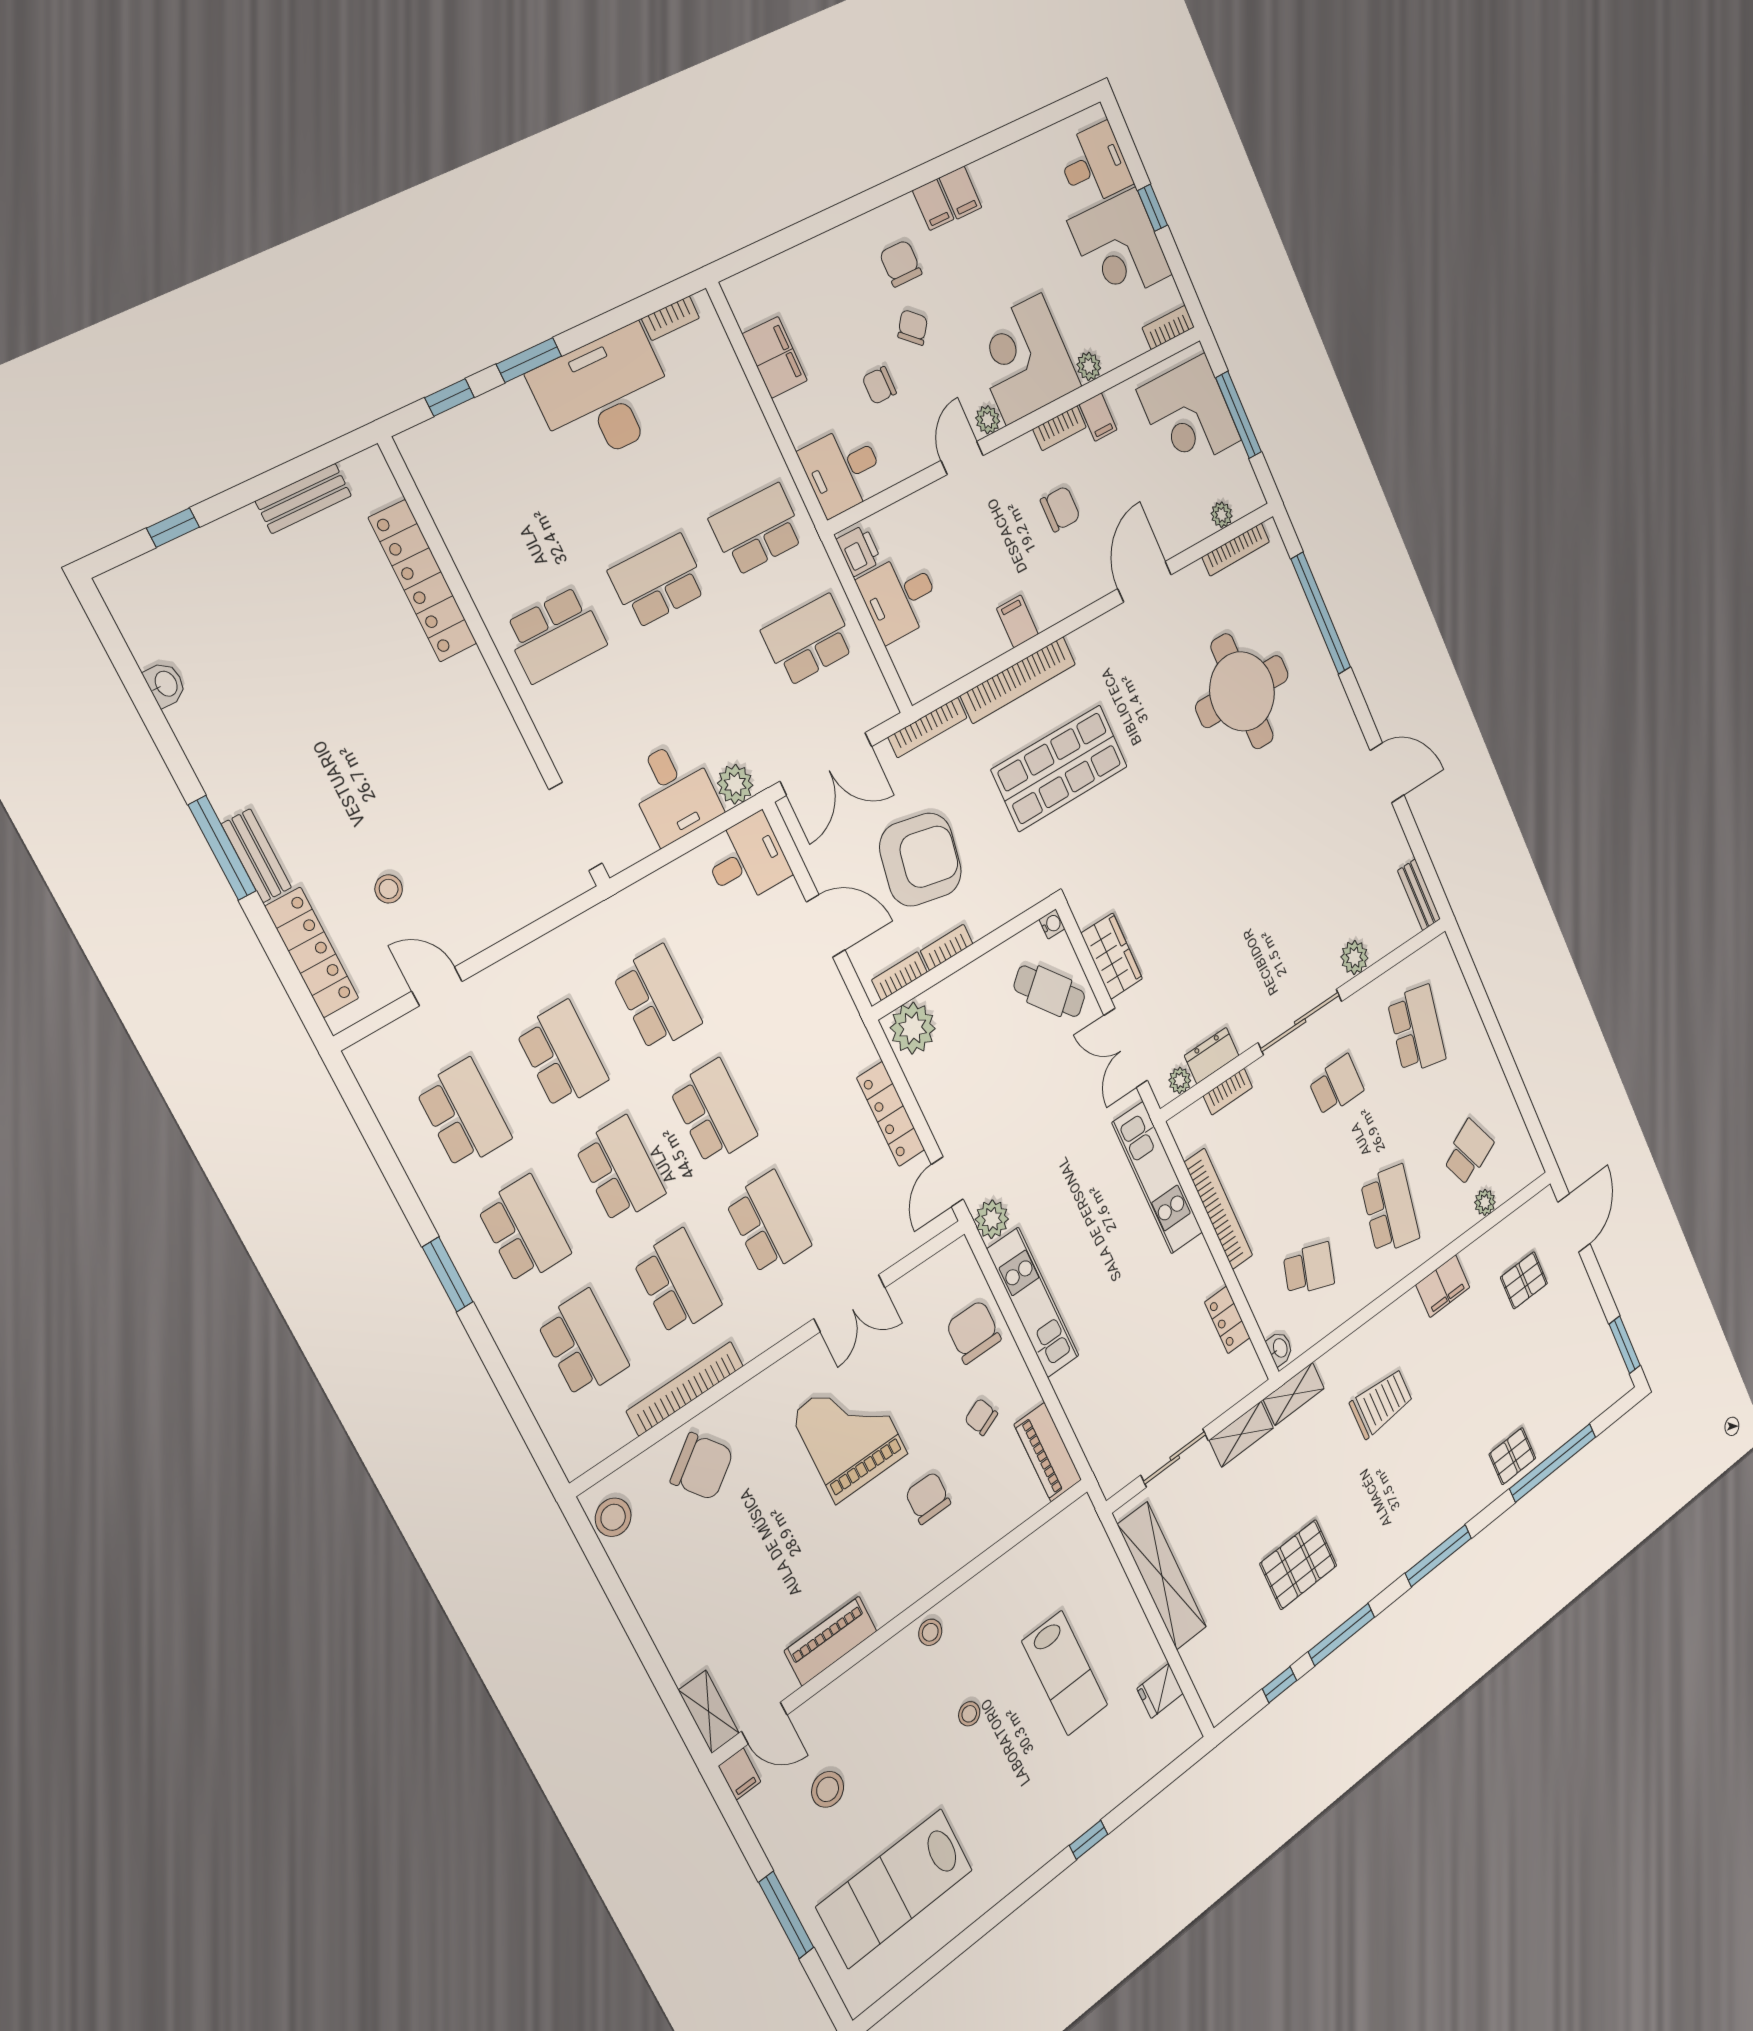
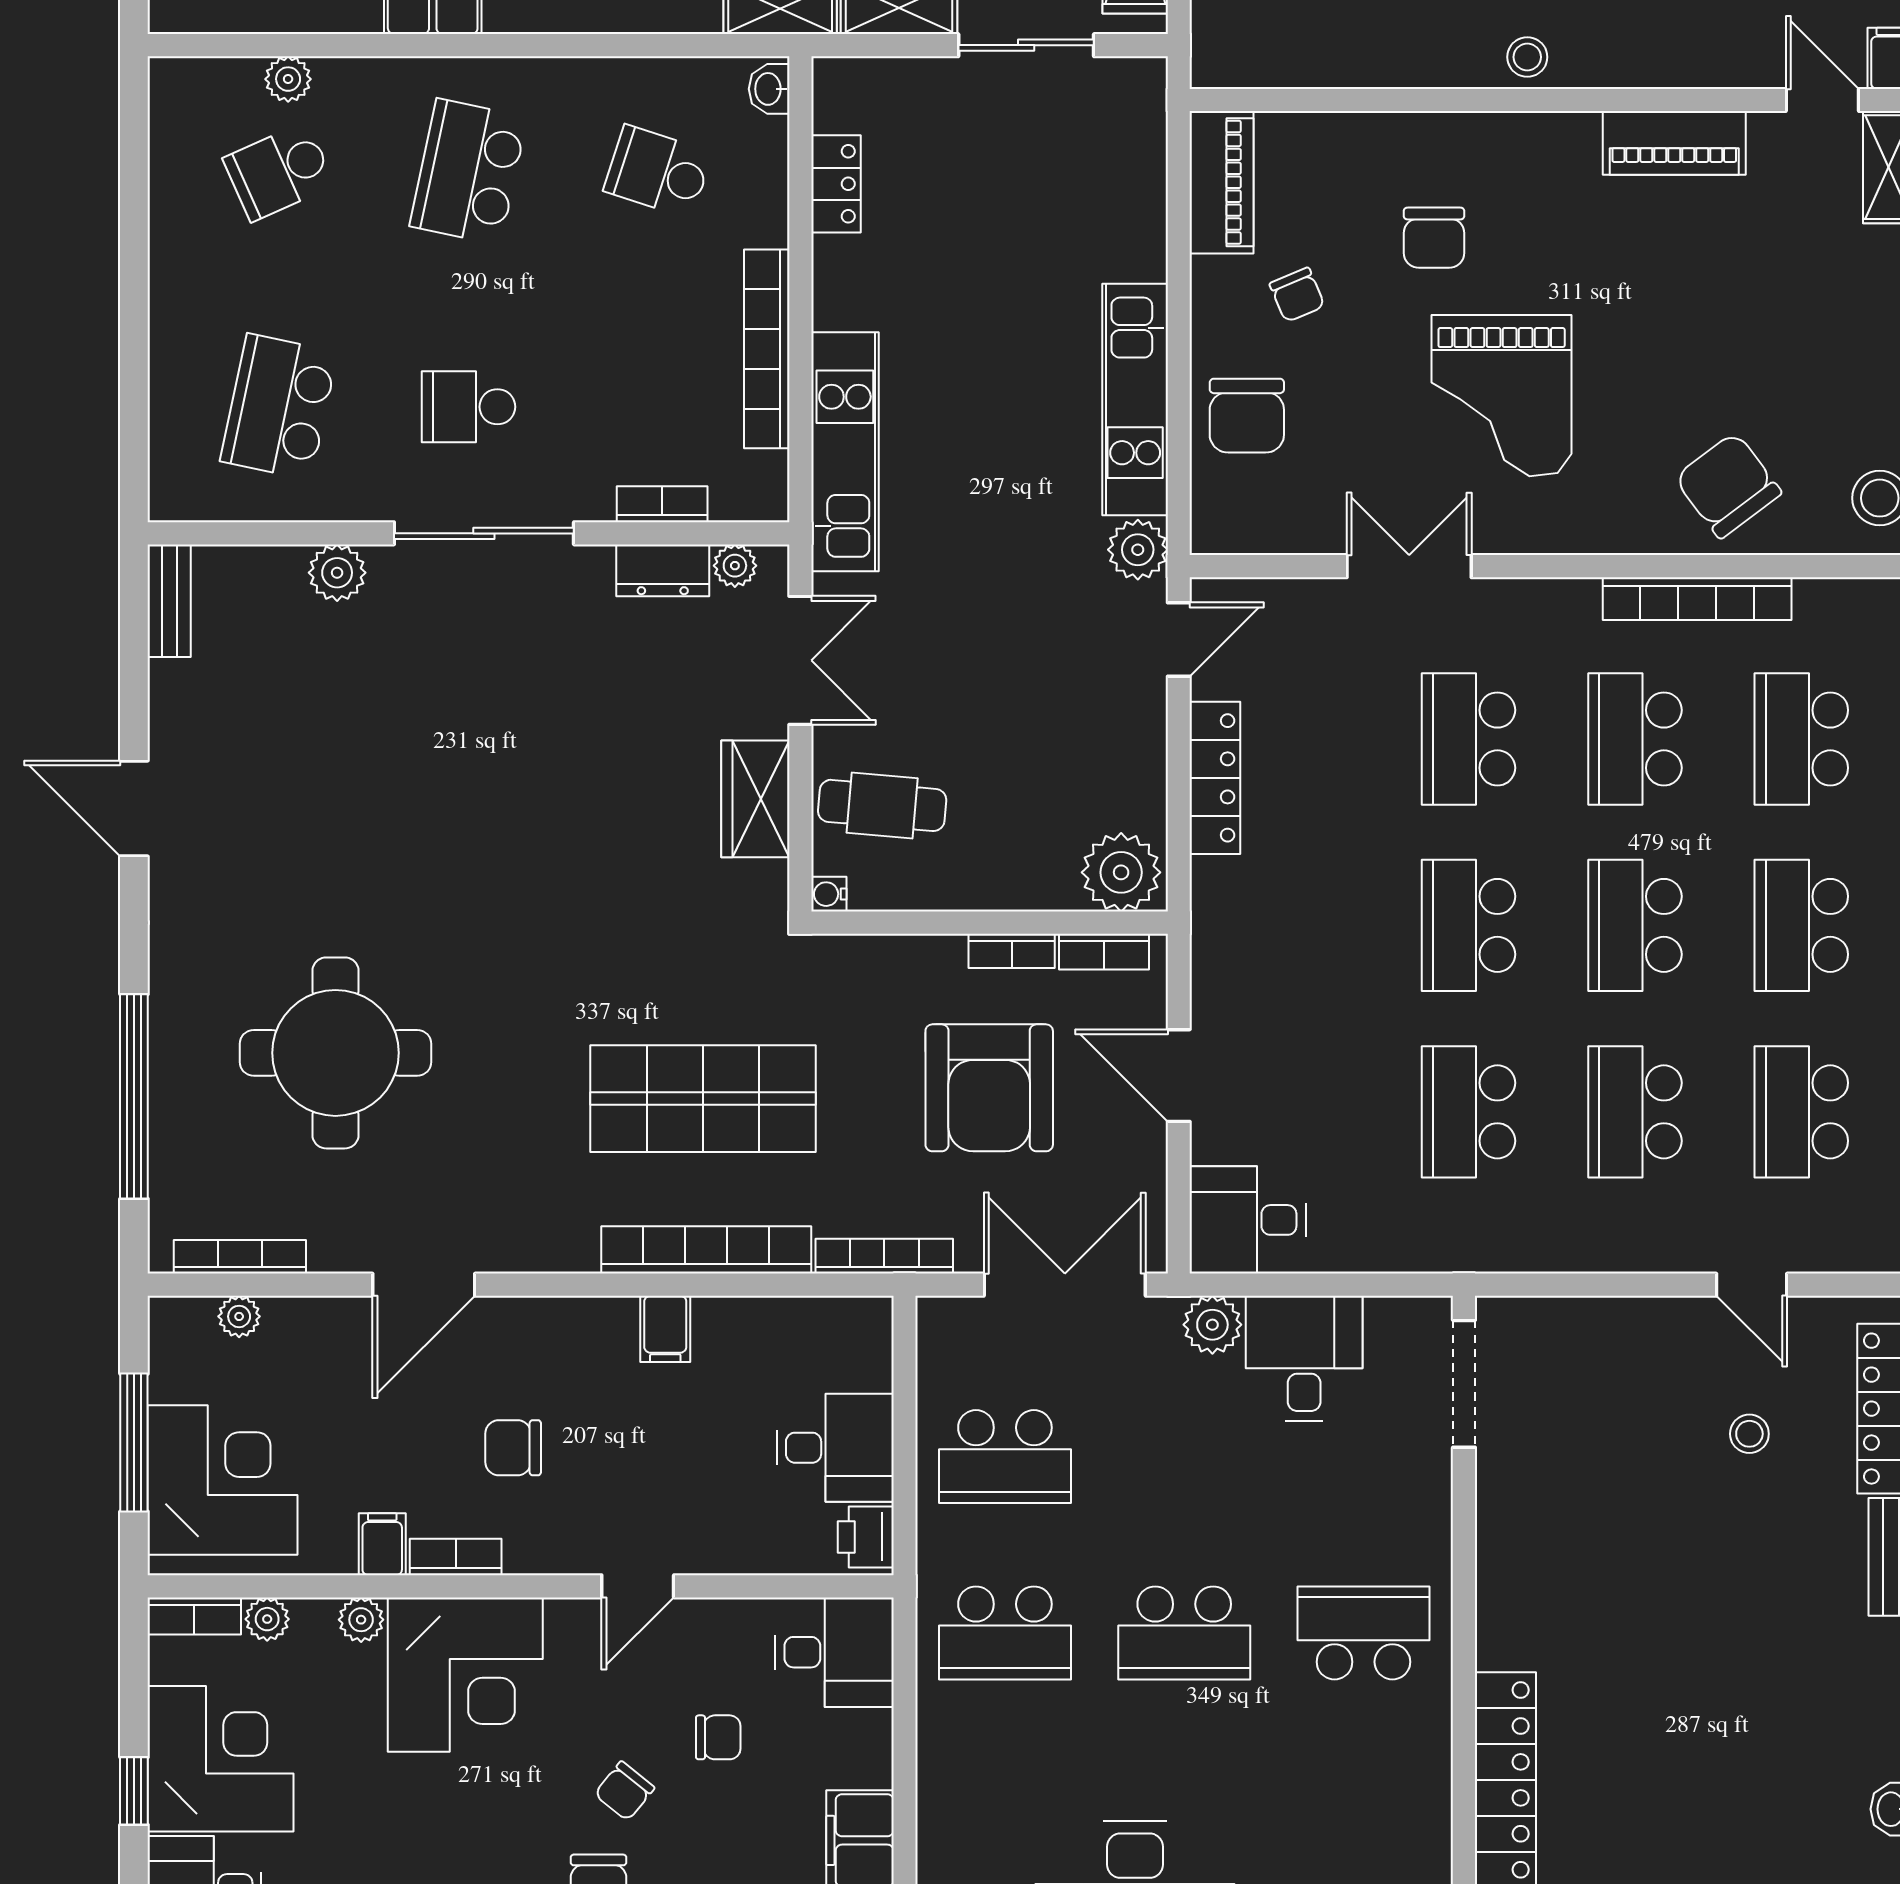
plant: (988, 420) -> (267, 1619), moved
armchair: (921, 860) -> (989, 1088), turned -101
cafe table: (1049, 991) -> (882, 805), turned -44

